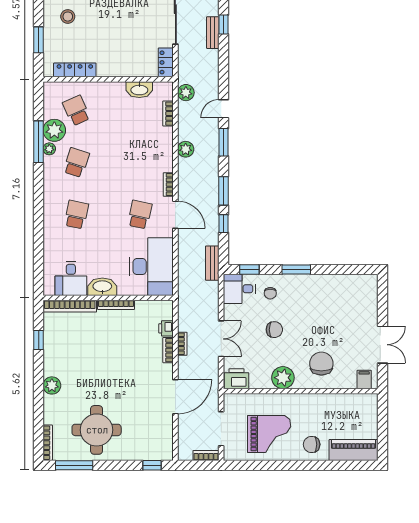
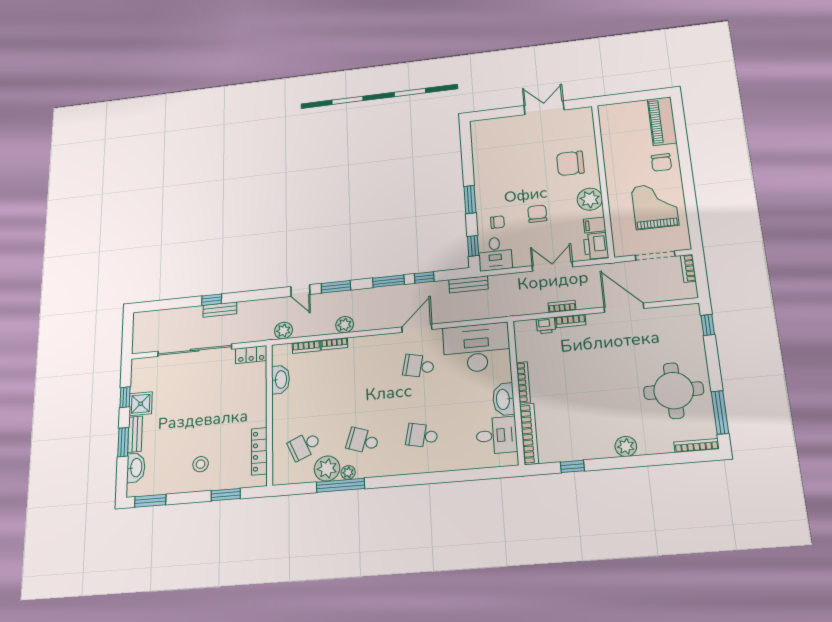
bookcase: (168, 184) -> (334, 344), moved
filing cabinet: (364, 379) -> (595, 225), moved

